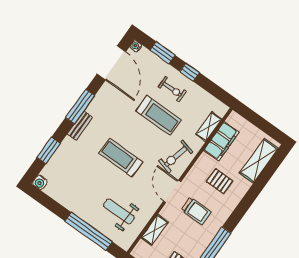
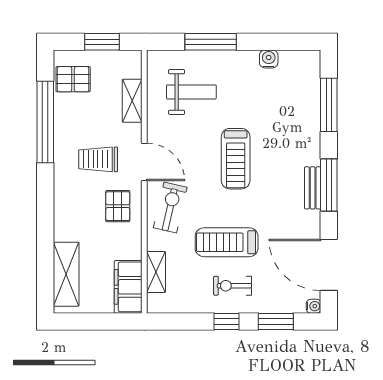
bench: (80, 126) -> (313, 188), moved
filing cabinet: (221, 141) -> (128, 287), moved
window: (49, 150) -> (329, 105), width x1.44
treadmill: (121, 158) -> (236, 159), turned 90
pallet: (220, 181) -> (118, 206), moved, turned 90
water cooler: (40, 182) -> (269, 59), moved
window: (89, 231) -> (211, 42), width x0.68

